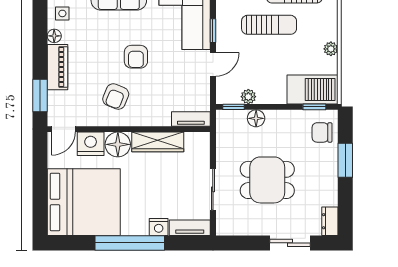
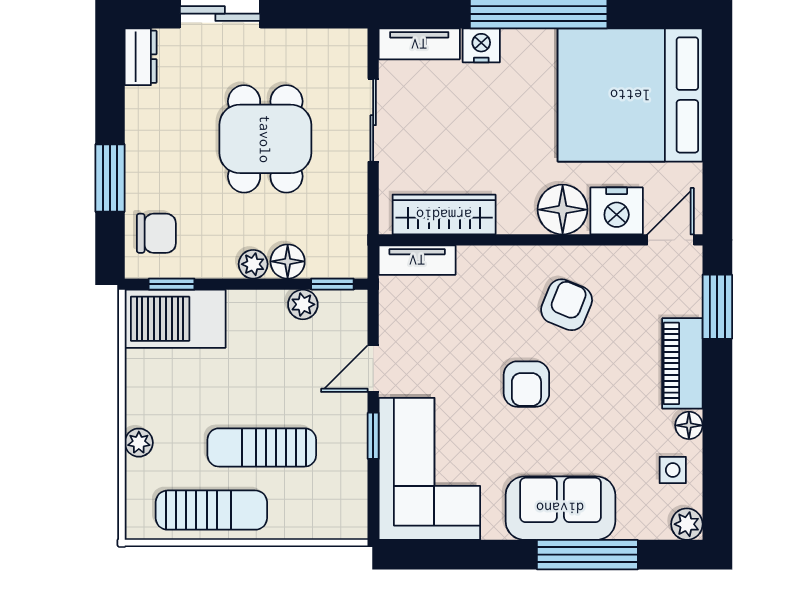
plant: (331, 49) -> (139, 443), moved
armchair: (136, 57) -> (526, 384), turned 180
plant: (273, 117) -> (253, 264), added
wardrobe: (158, 142) -> (444, 215), moved
dining table: (267, 180) -> (265, 139), turned 90

